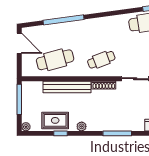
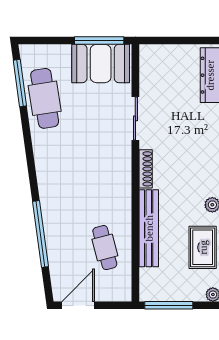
cafe table: (55, 60) -> (105, 248), width x0.73, depth x0.74
cafe table: (101, 60) -> (105, 173), removed

